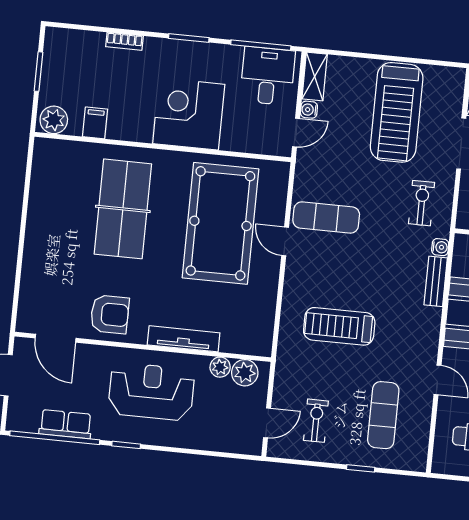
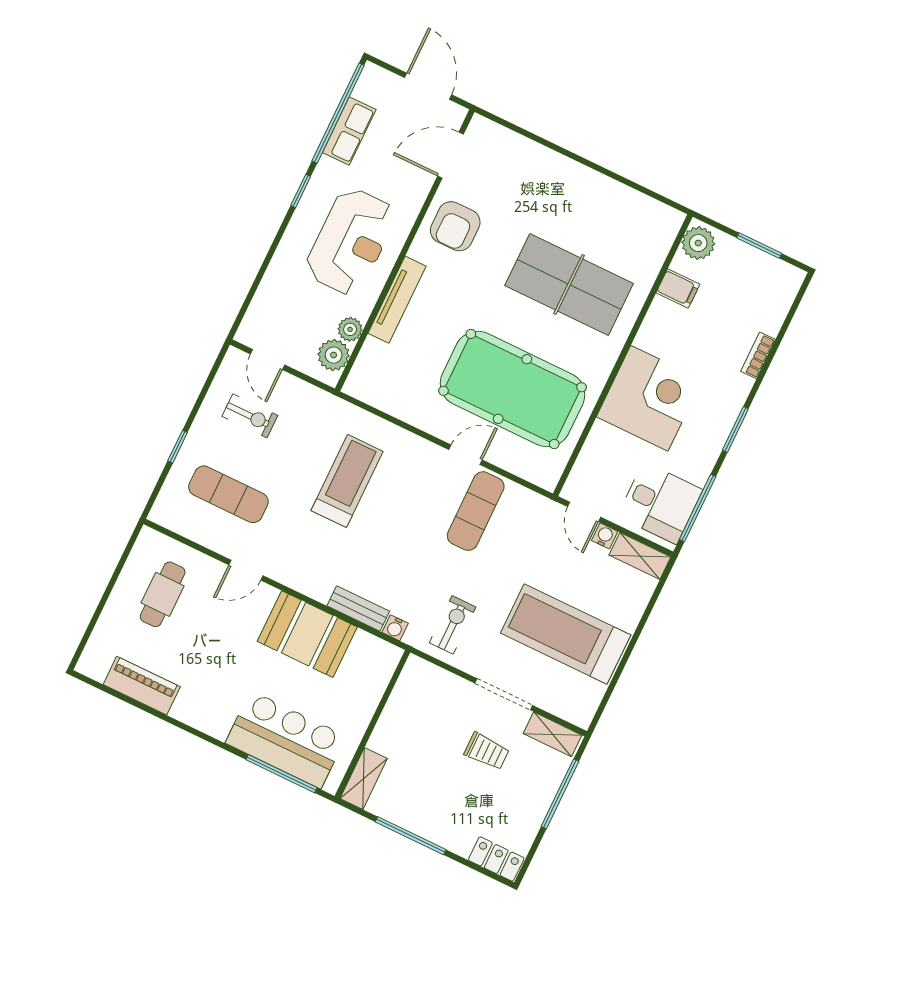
exercise bike: (422, 203) -> (453, 625), turned -90

